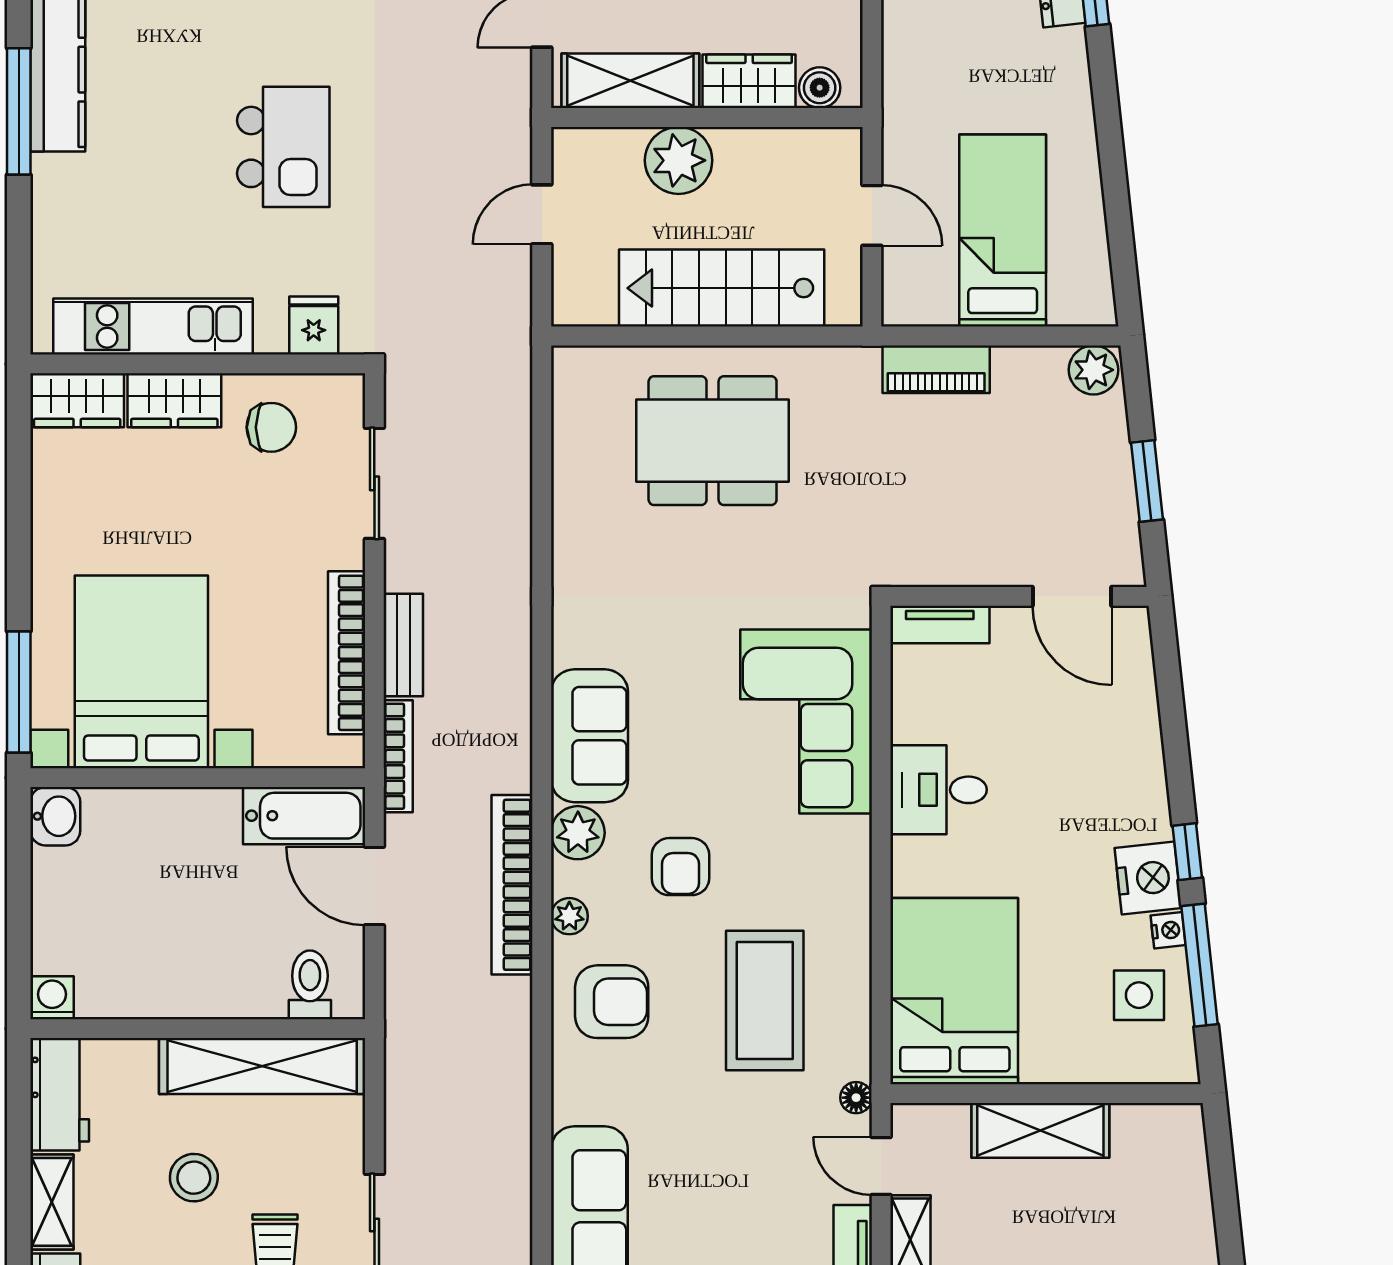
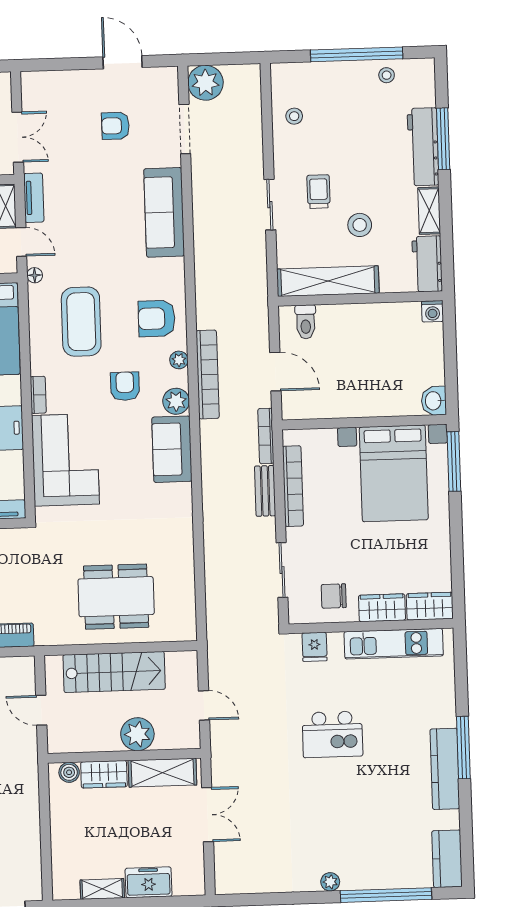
kitchen island: (283, 147) -> (332, 734), turned -90
door: (542, 214) -> (204, 705), hinge flipped
bathtub: (304, 816) -> (311, 405), removed
bookcase: (857, 855) -> (38, 395), added

